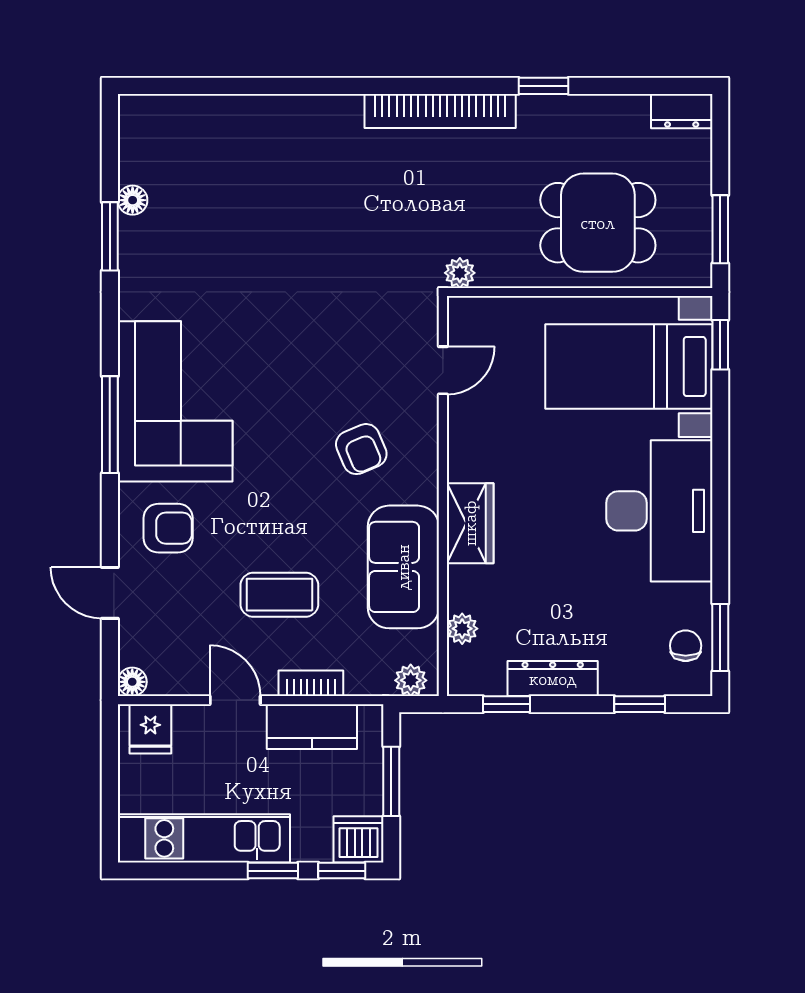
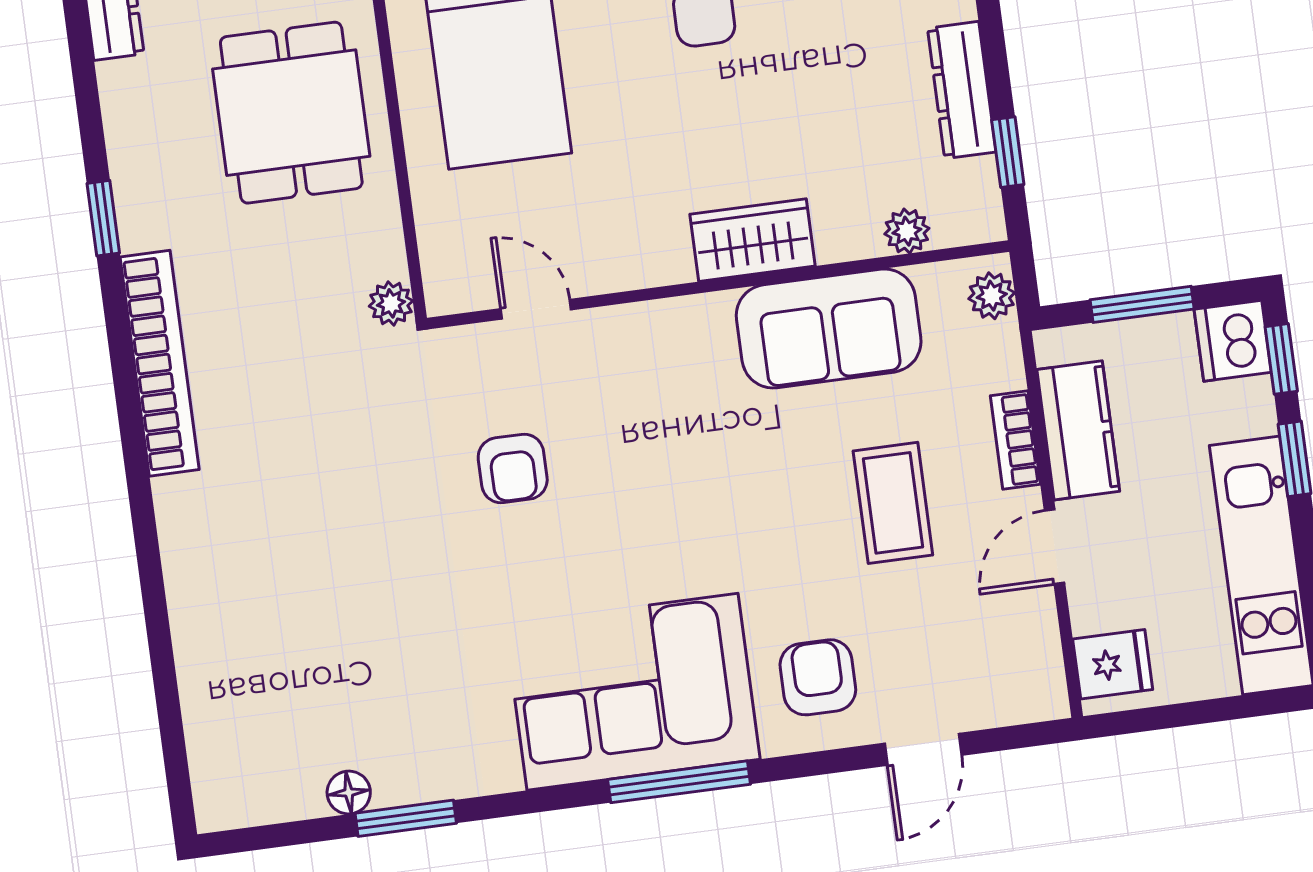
armchair: (361, 449) -> (513, 468), moved, turned 113
floor lamp: (132, 682) -> (1048, 700), removed

